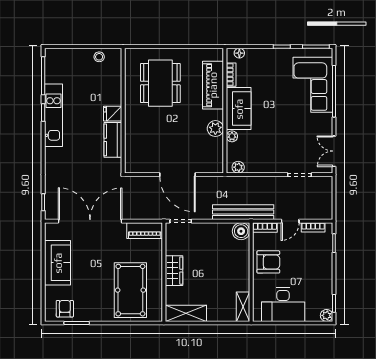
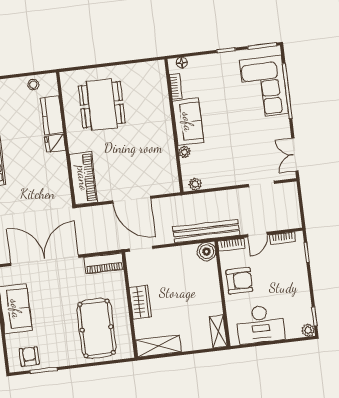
piano: (213, 85) -> (83, 178), moved, turned 180
plant: (215, 129) -> (166, 146), removed
kitchen counter: (113, 140) -> (52, 115), moved

